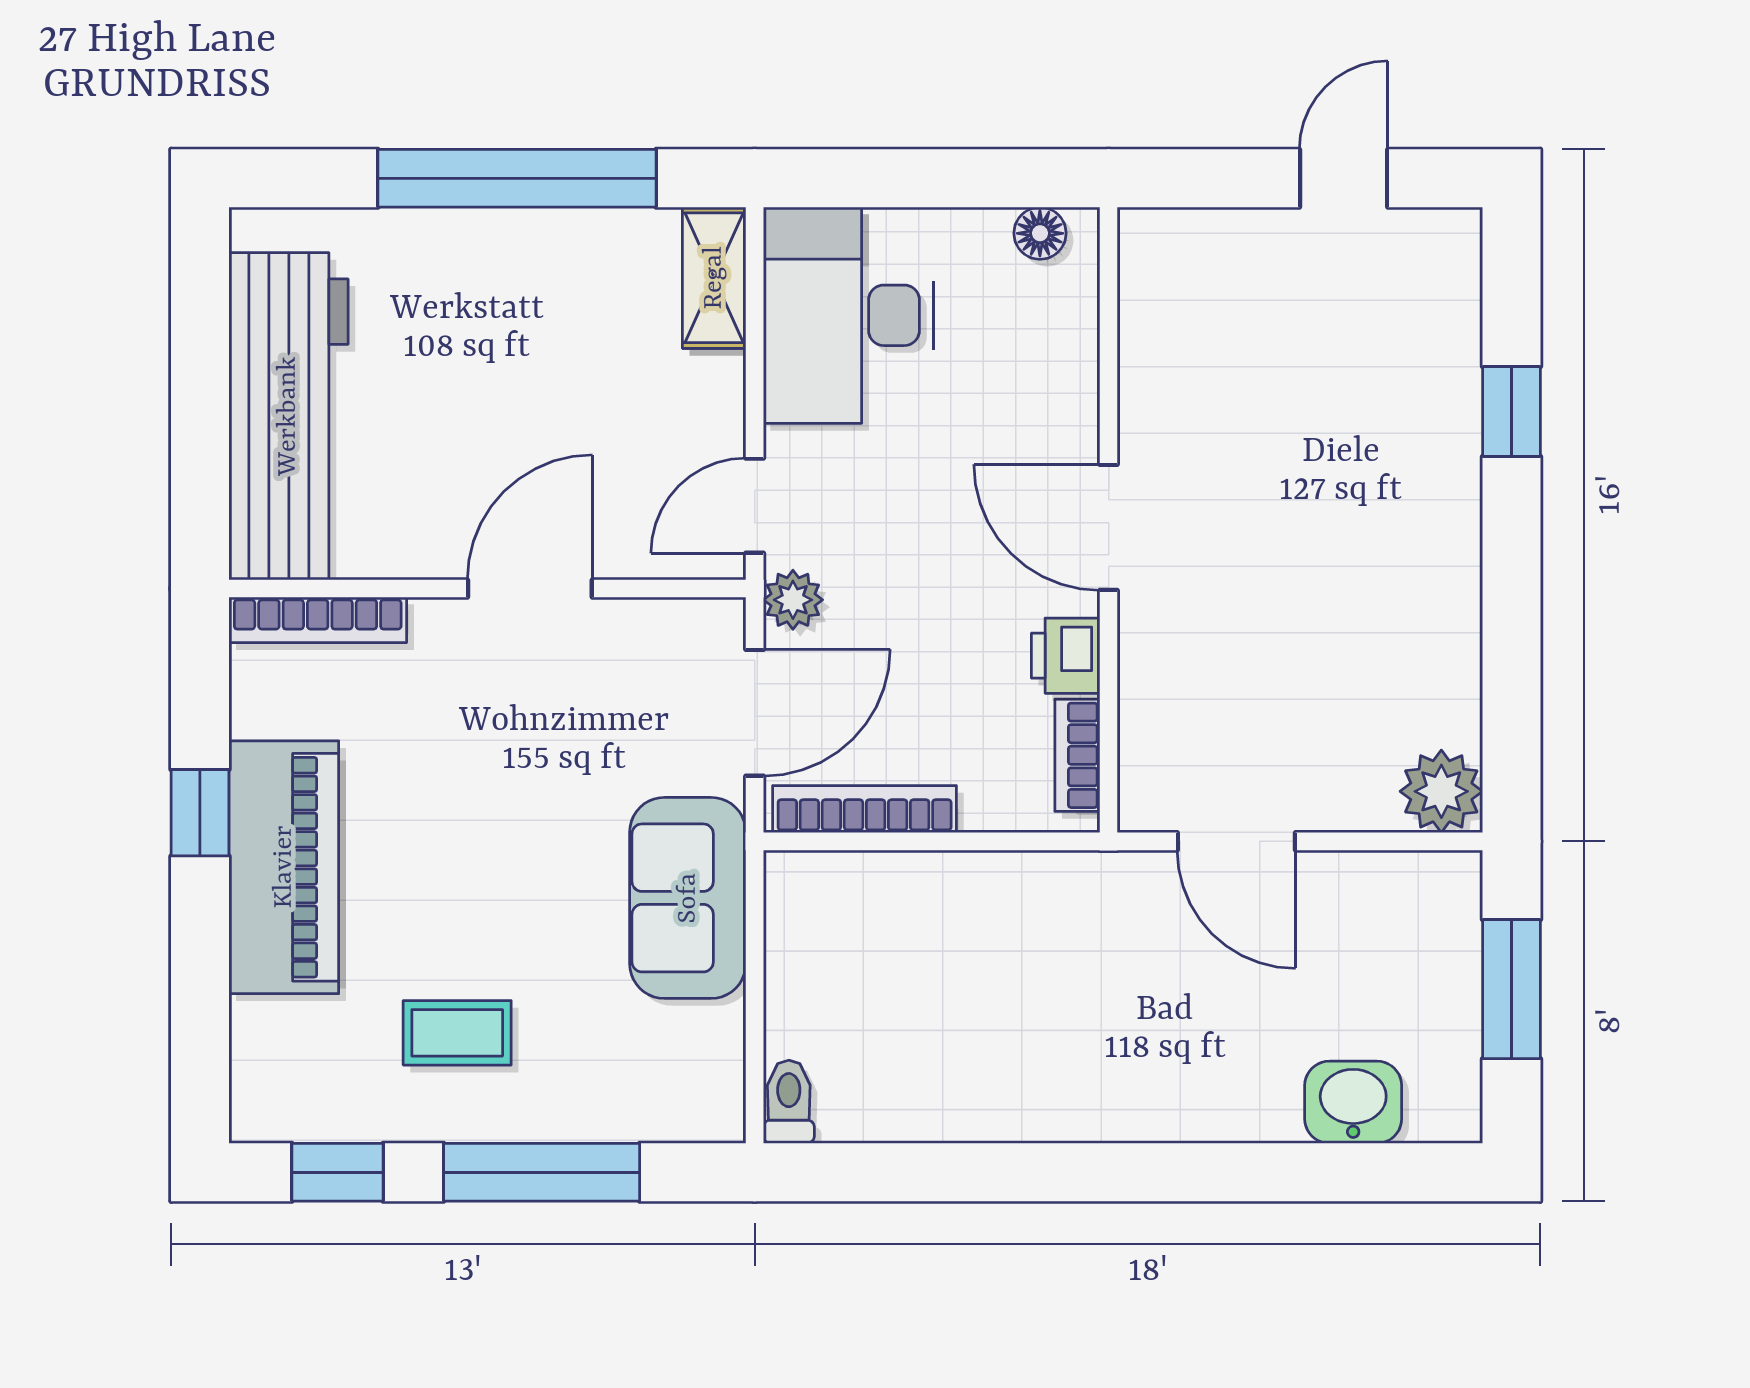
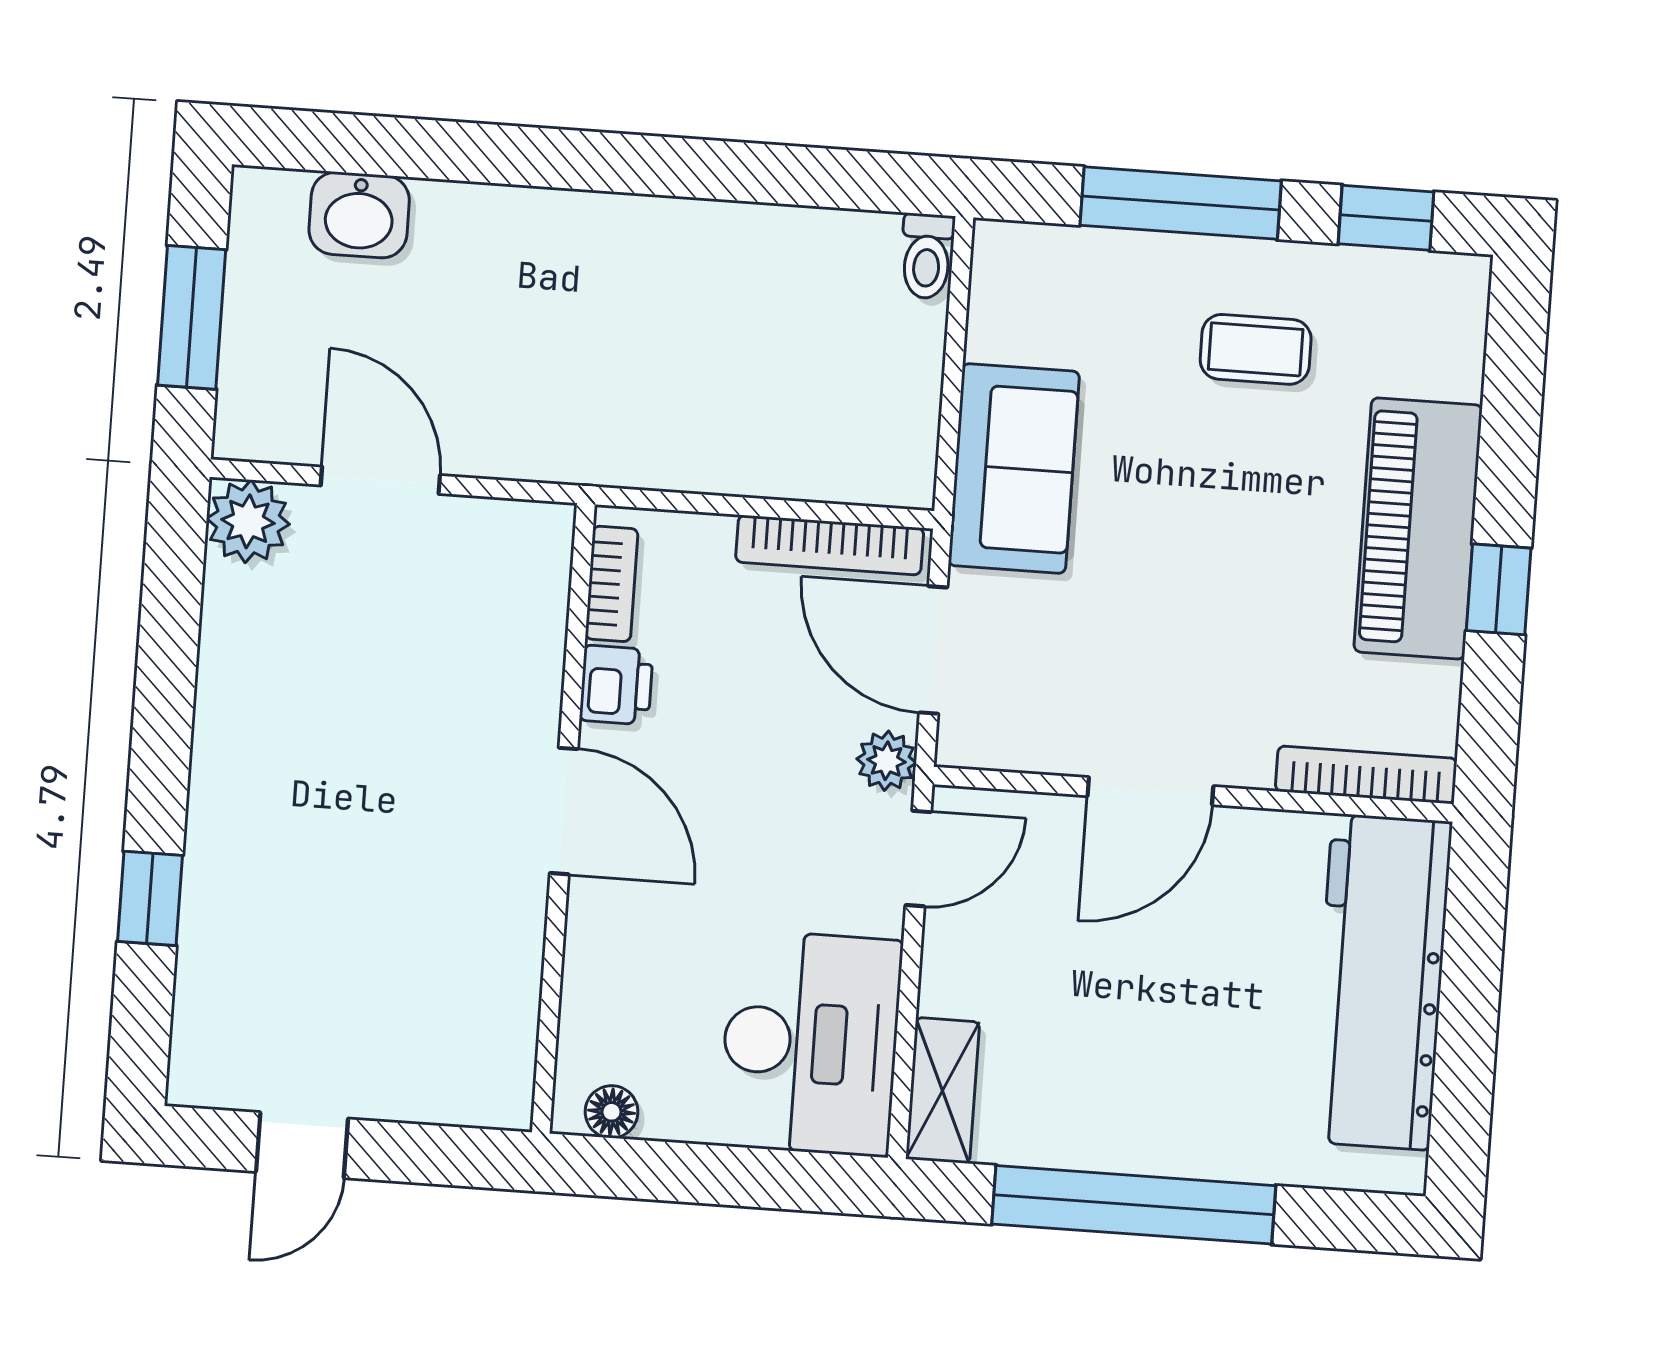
door: (755, 713) -> (933, 650), hinge flipped
door: (1236, 841) -> (380, 480), moved

